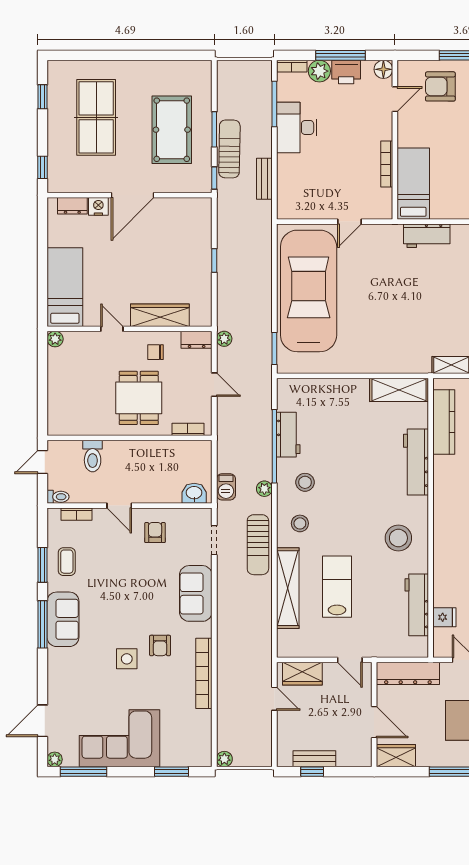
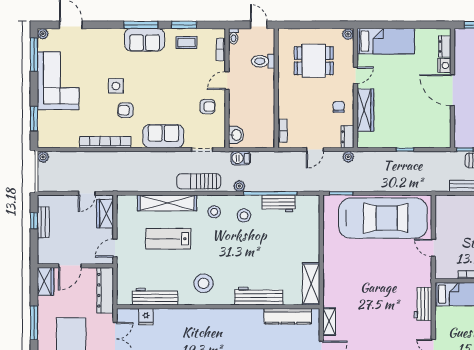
dining table: (139, 398) -> (314, 61), moved
lab bench: (337, 587) -> (168, 239), turned 180

